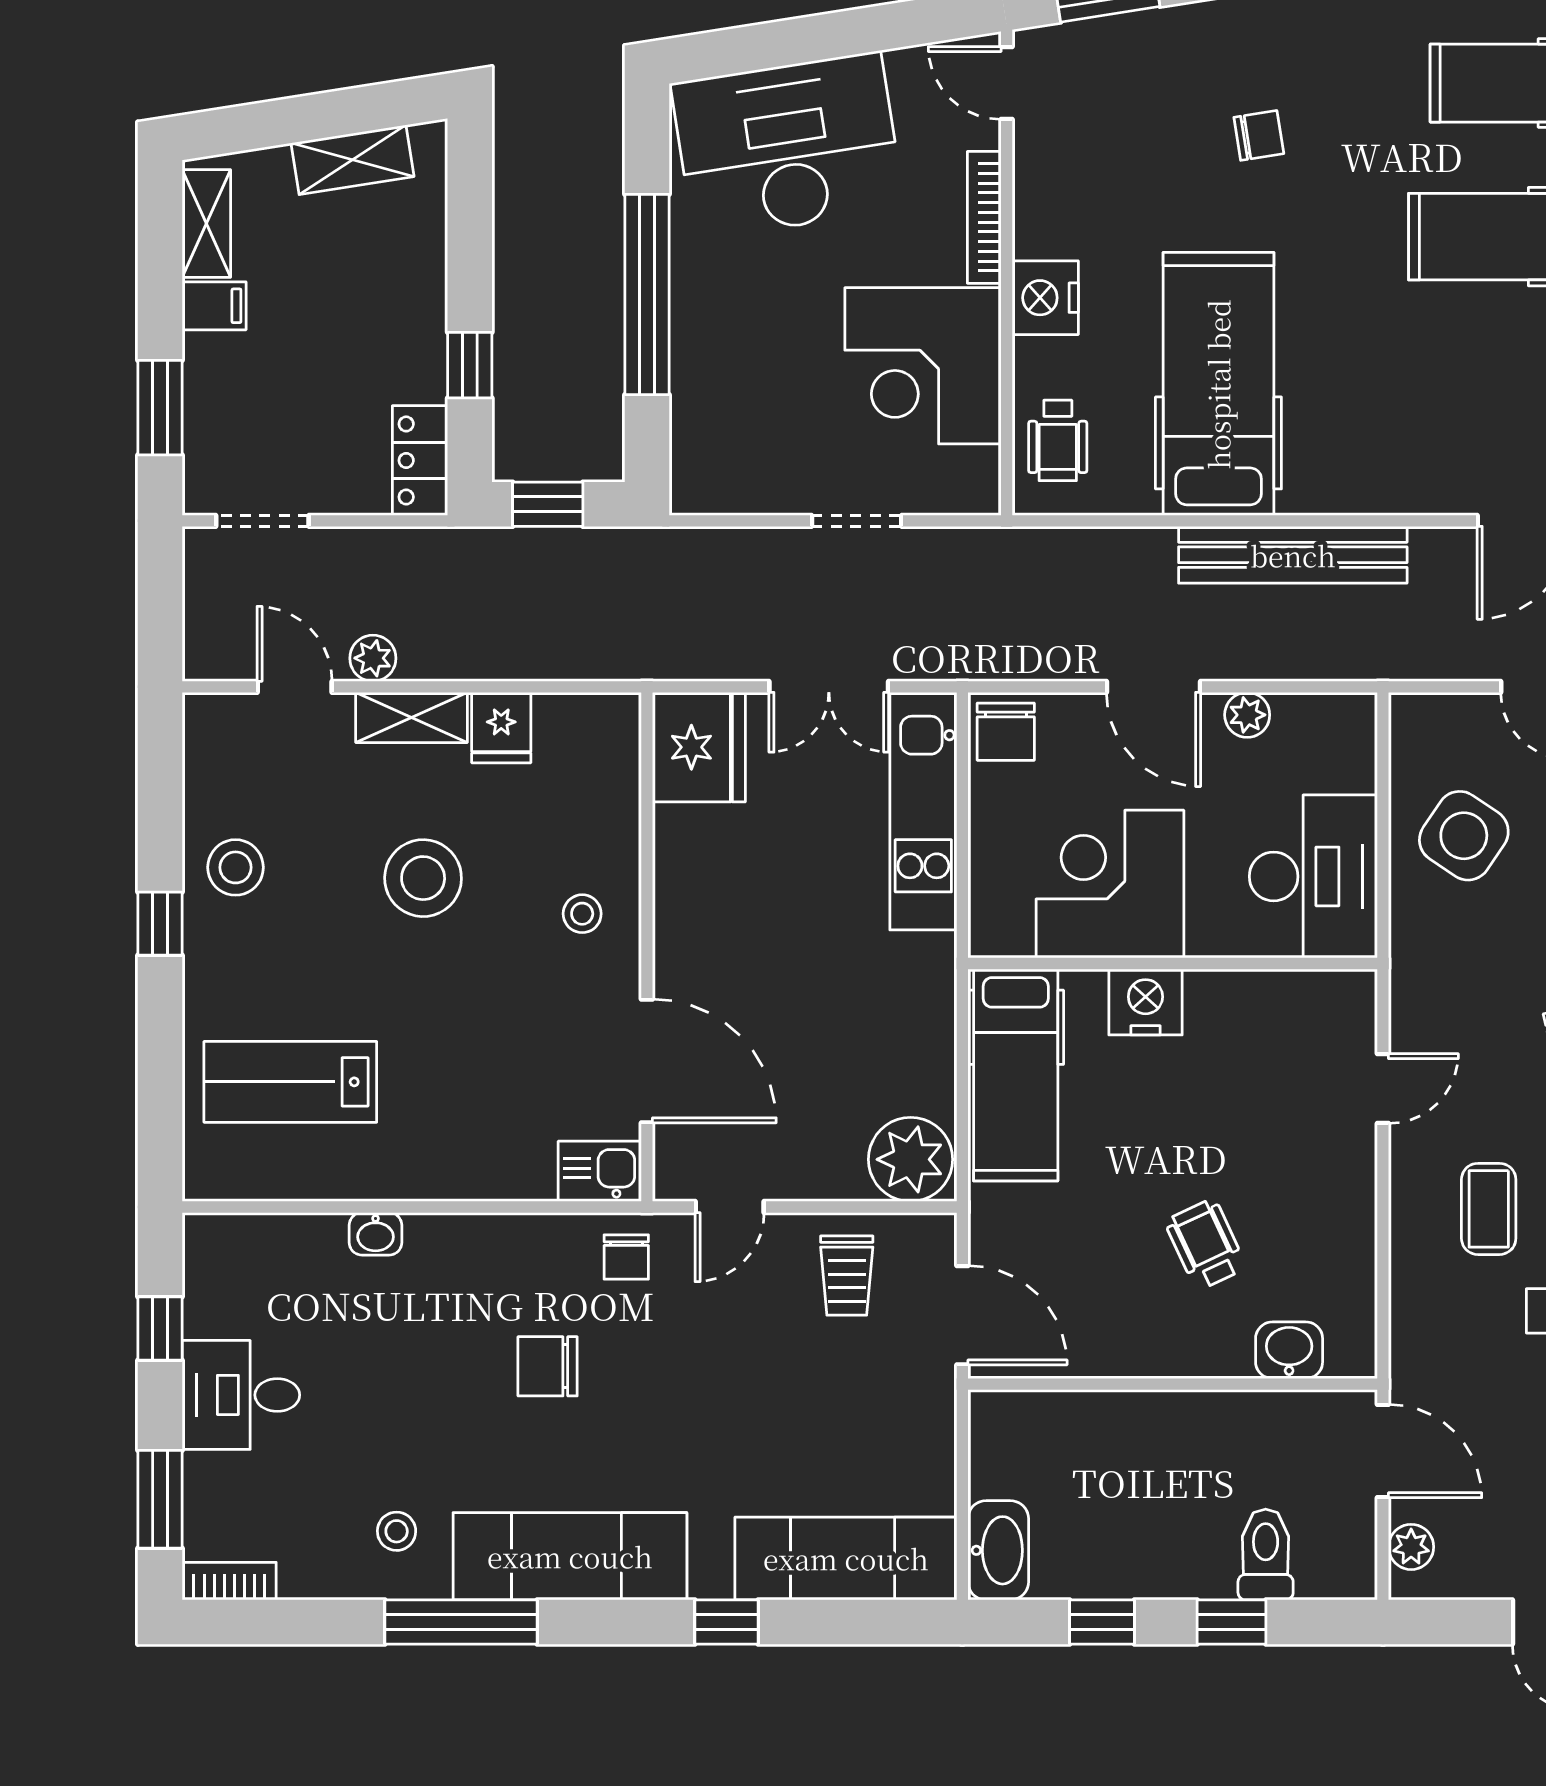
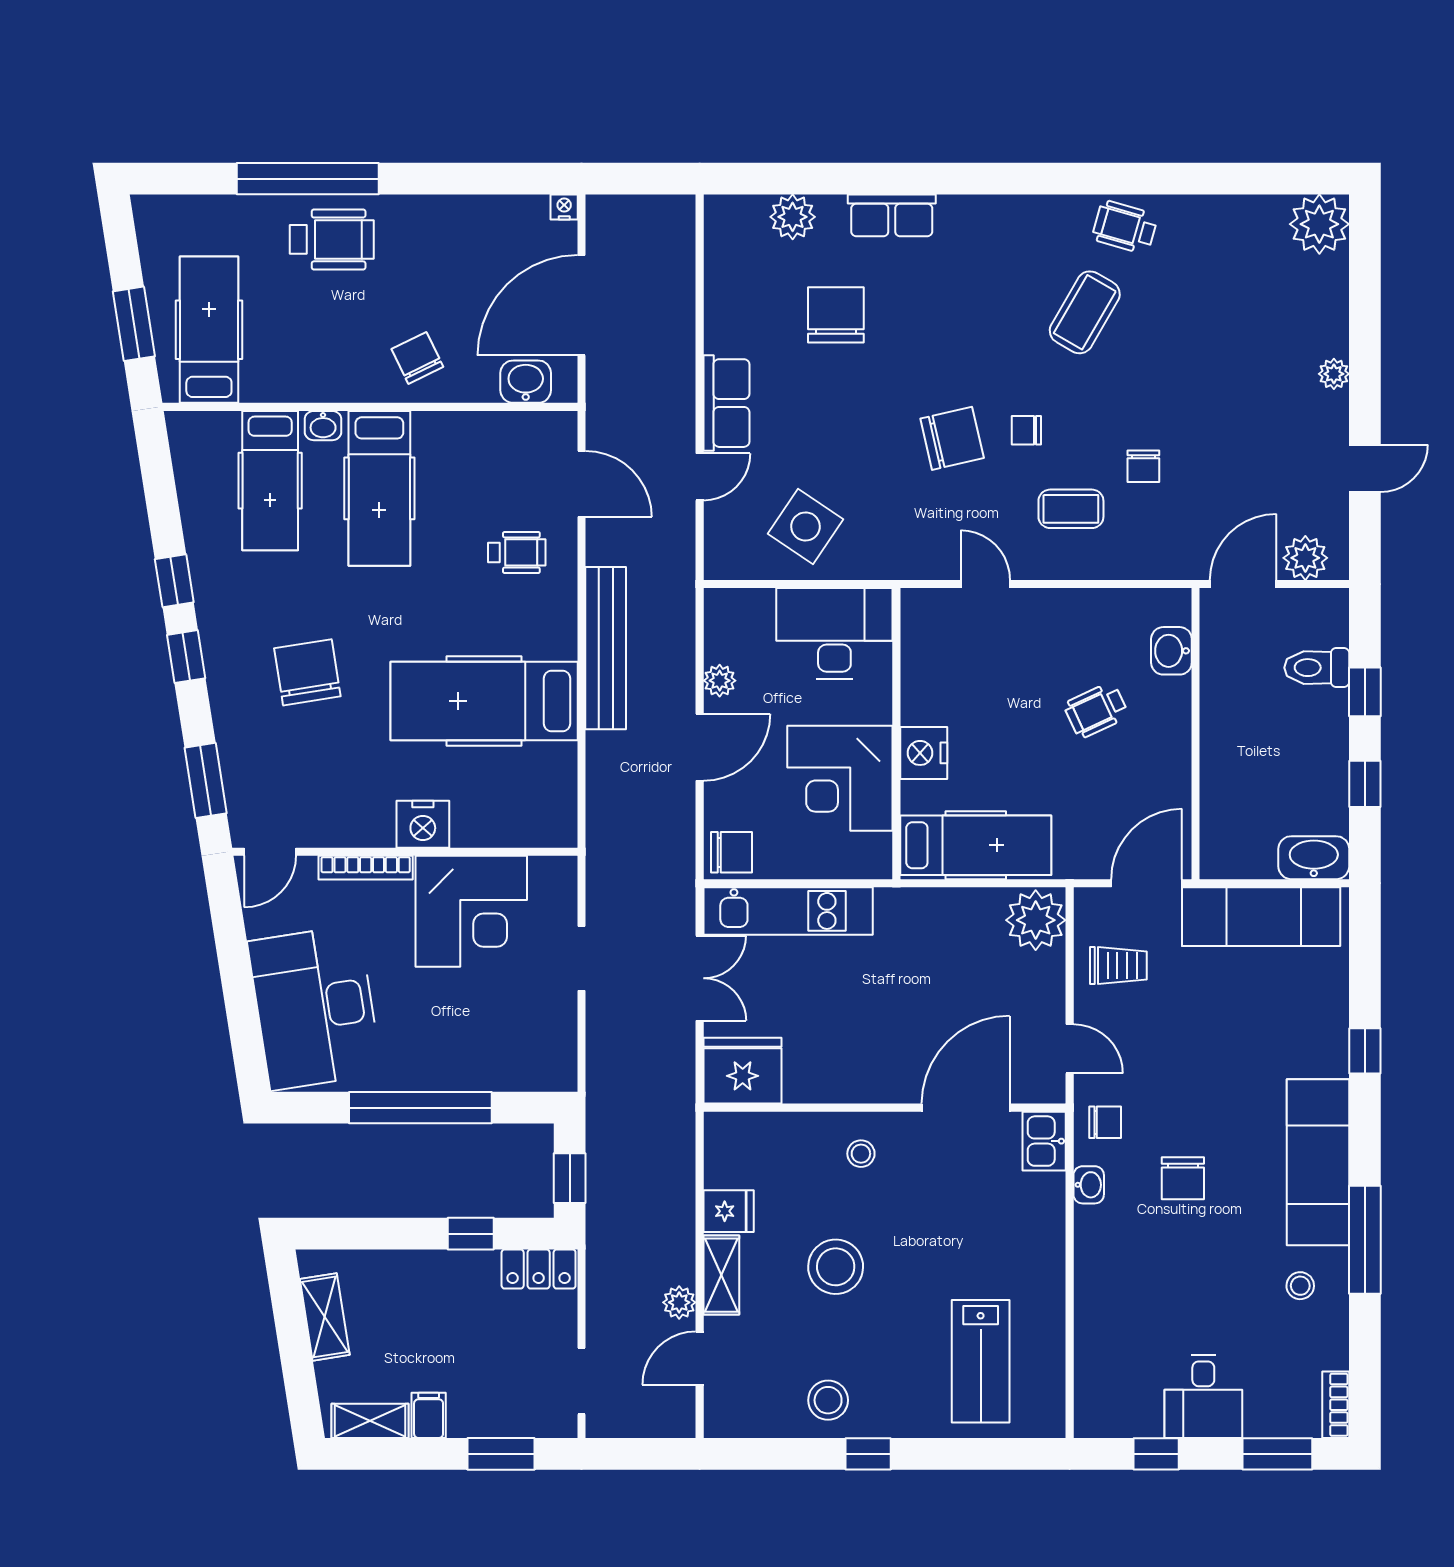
chair: (1259, 135) -> (307, 672), width x1.87, depth x1.87
wheelchair: (1058, 440) -> (517, 552), moved
washbasin: (376, 1234) -> (1089, 1185), moved
plant: (1411, 1547) -> (1305, 558), width x1.38, depth x1.38
exam couch: (846, 1558) -> (1261, 917), moved, turned -90

